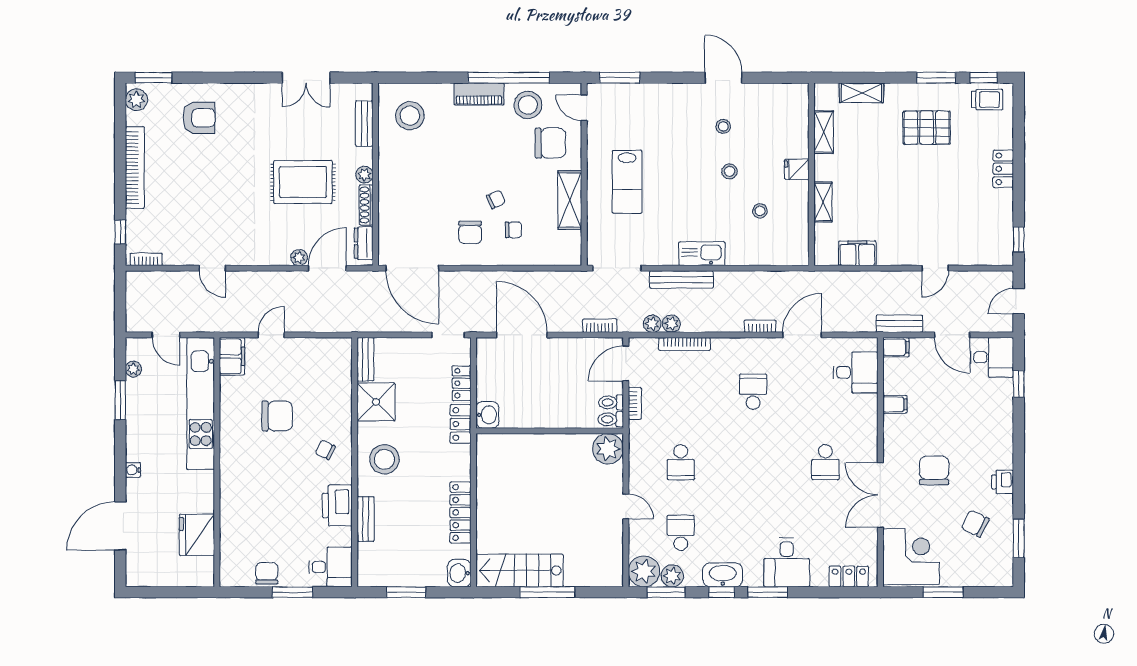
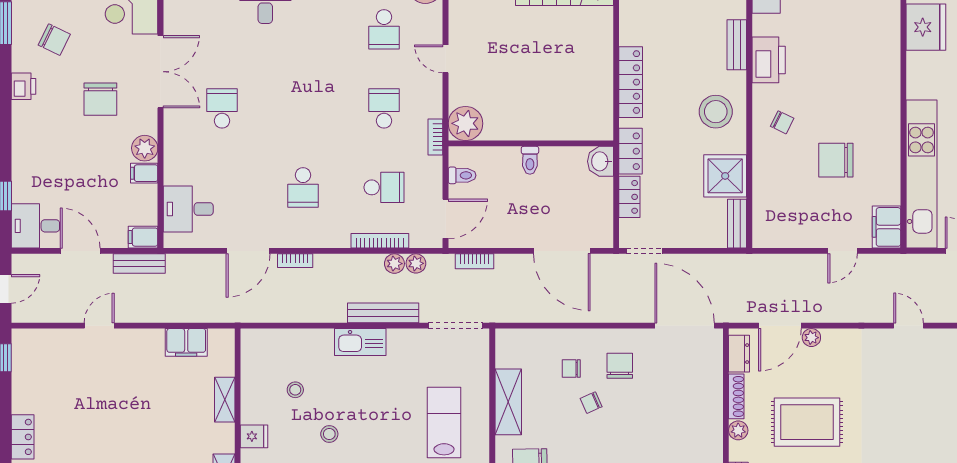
school desk: (681, 392) -> (384, 187), added
bookcase: (635, 404) -> (435, 137), moved
toilet: (611, 419) -> (530, 160), moved, turned 90
plant: (894, 427) -> (145, 148), added
locker: (460, 512) -> (631, 82), moved

